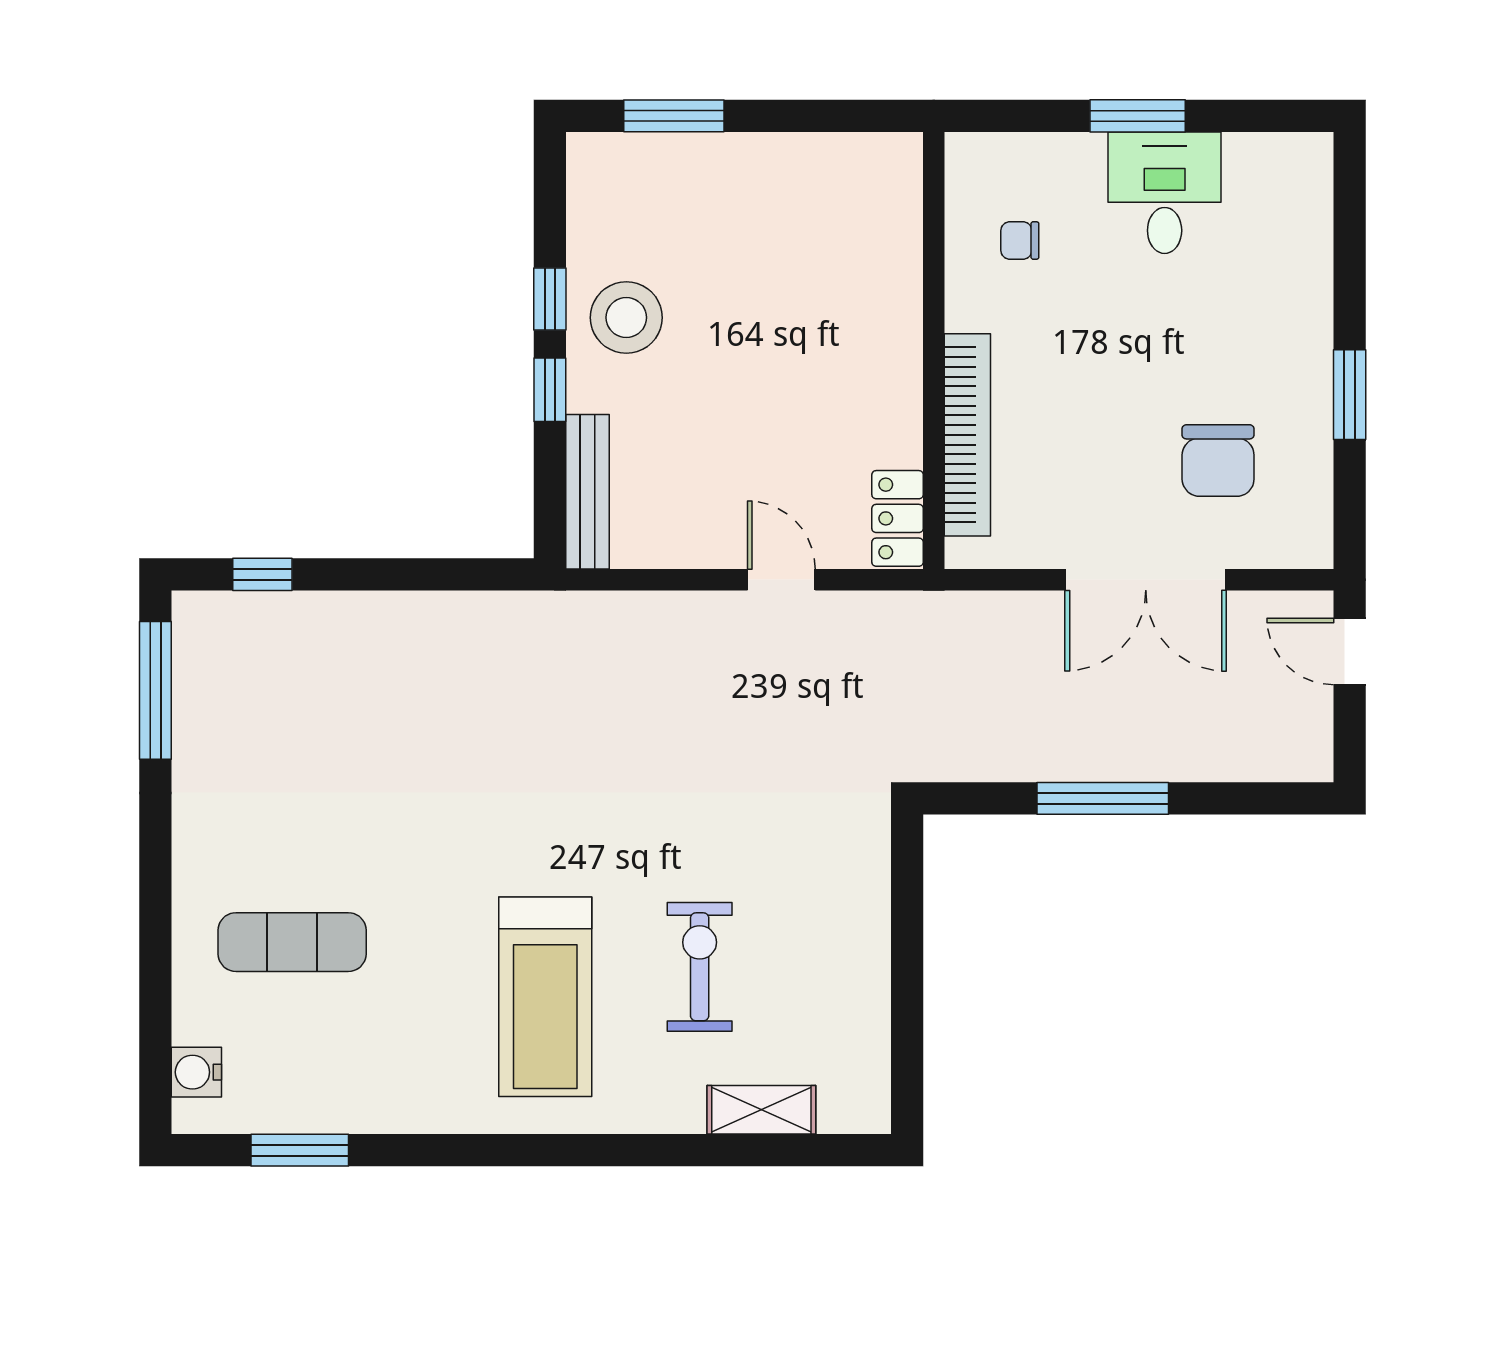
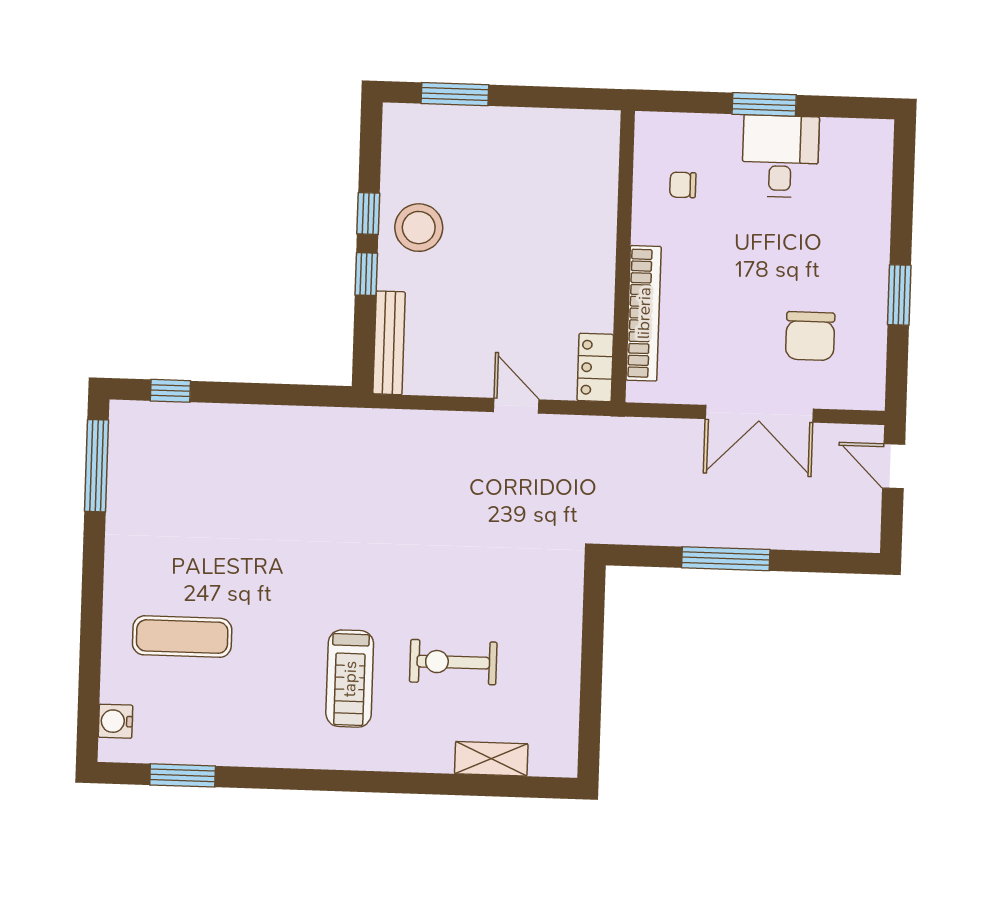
exercise bike: (700, 967) -> (453, 662), turned -90
treadmill: (545, 997) -> (350, 679), width x0.73, depth x0.73

